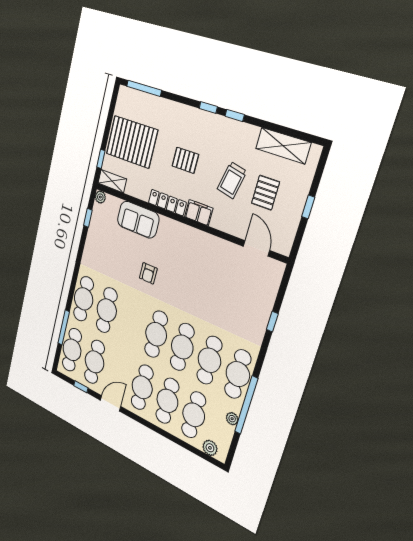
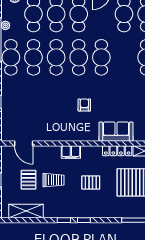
trolley: (232, 180) -> (54, 180), turned 78
locker: (167, 203) -> (117, 151), moved
armchair: (148, 273) -> (84, 105), moved
cafe table: (107, 310) -> (101, 57), moved

